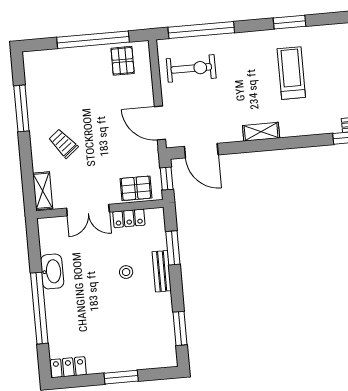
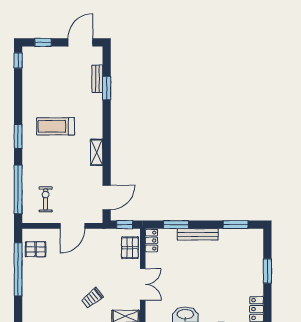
window: (289, 22) -> (18, 136), moved
exercise bike: (191, 68) -> (46, 199), width x0.73, depth x0.72
door: (160, 123) -> (72, 226), moved
locker: (129, 218) -> (151, 241), moved
bench: (162, 271) -> (198, 234), width x1.36
stool: (126, 272) -> (191, 260), removed

